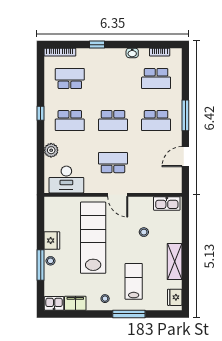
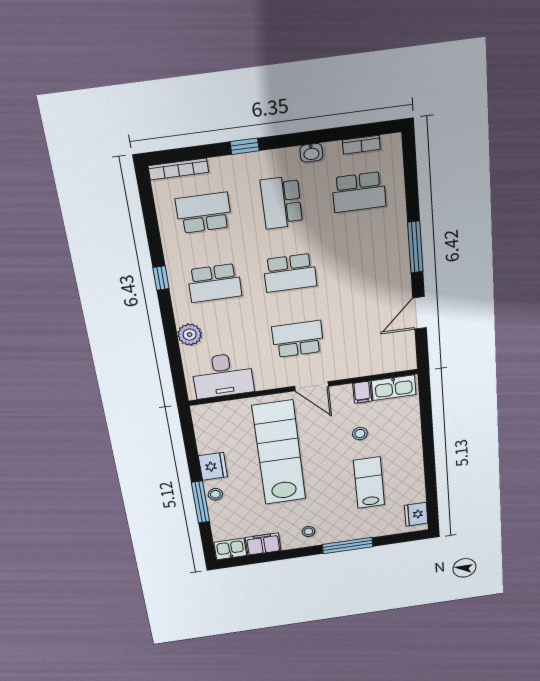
school desk: (156, 121) -> (281, 202), moved, turned 90
filing cabinet: (148, 204) -> (362, 392), added
shelving: (175, 262) -> (412, 467), removed
lab bench: (134, 281) -> (369, 483), moved

